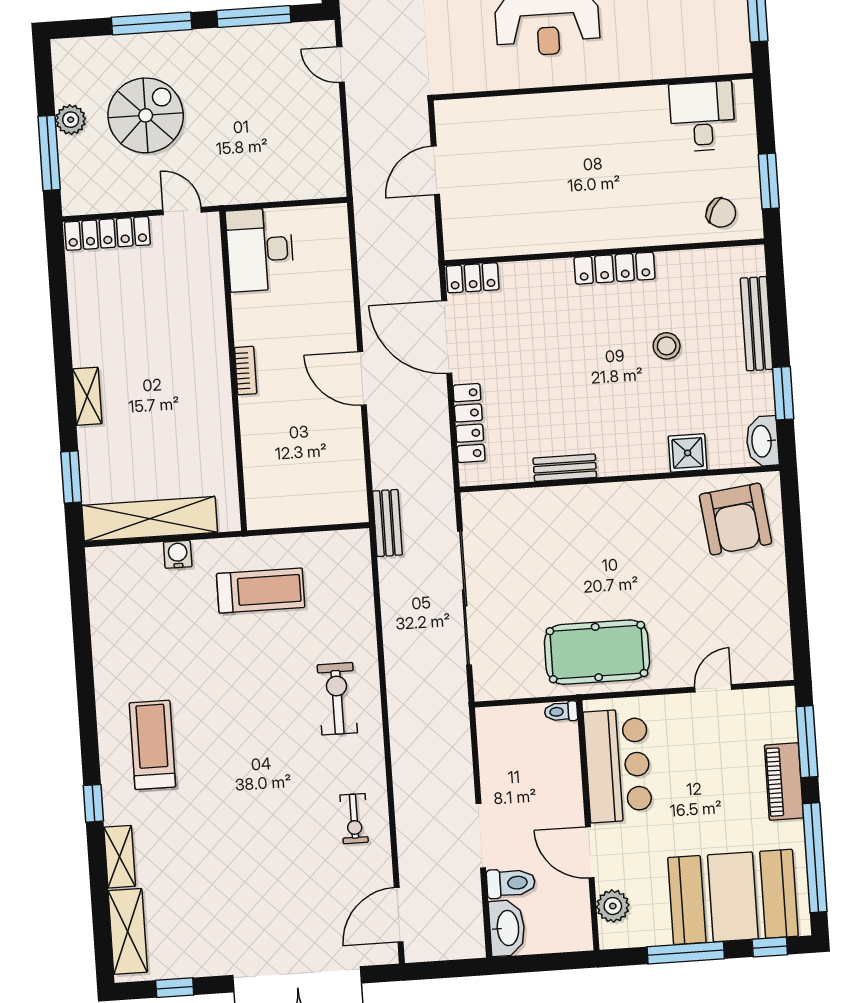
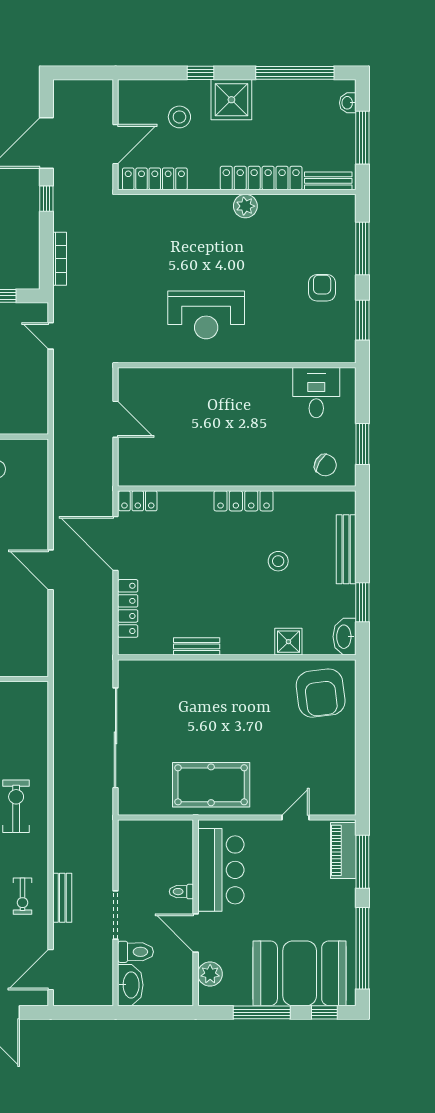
door: (435, 170) -> (116, 419), swing flipped
bench: (387, 523) -> (62, 898), moved
toilet: (561, 712) -> (181, 892), moved
piano: (784, 781) -> (343, 850), moved

